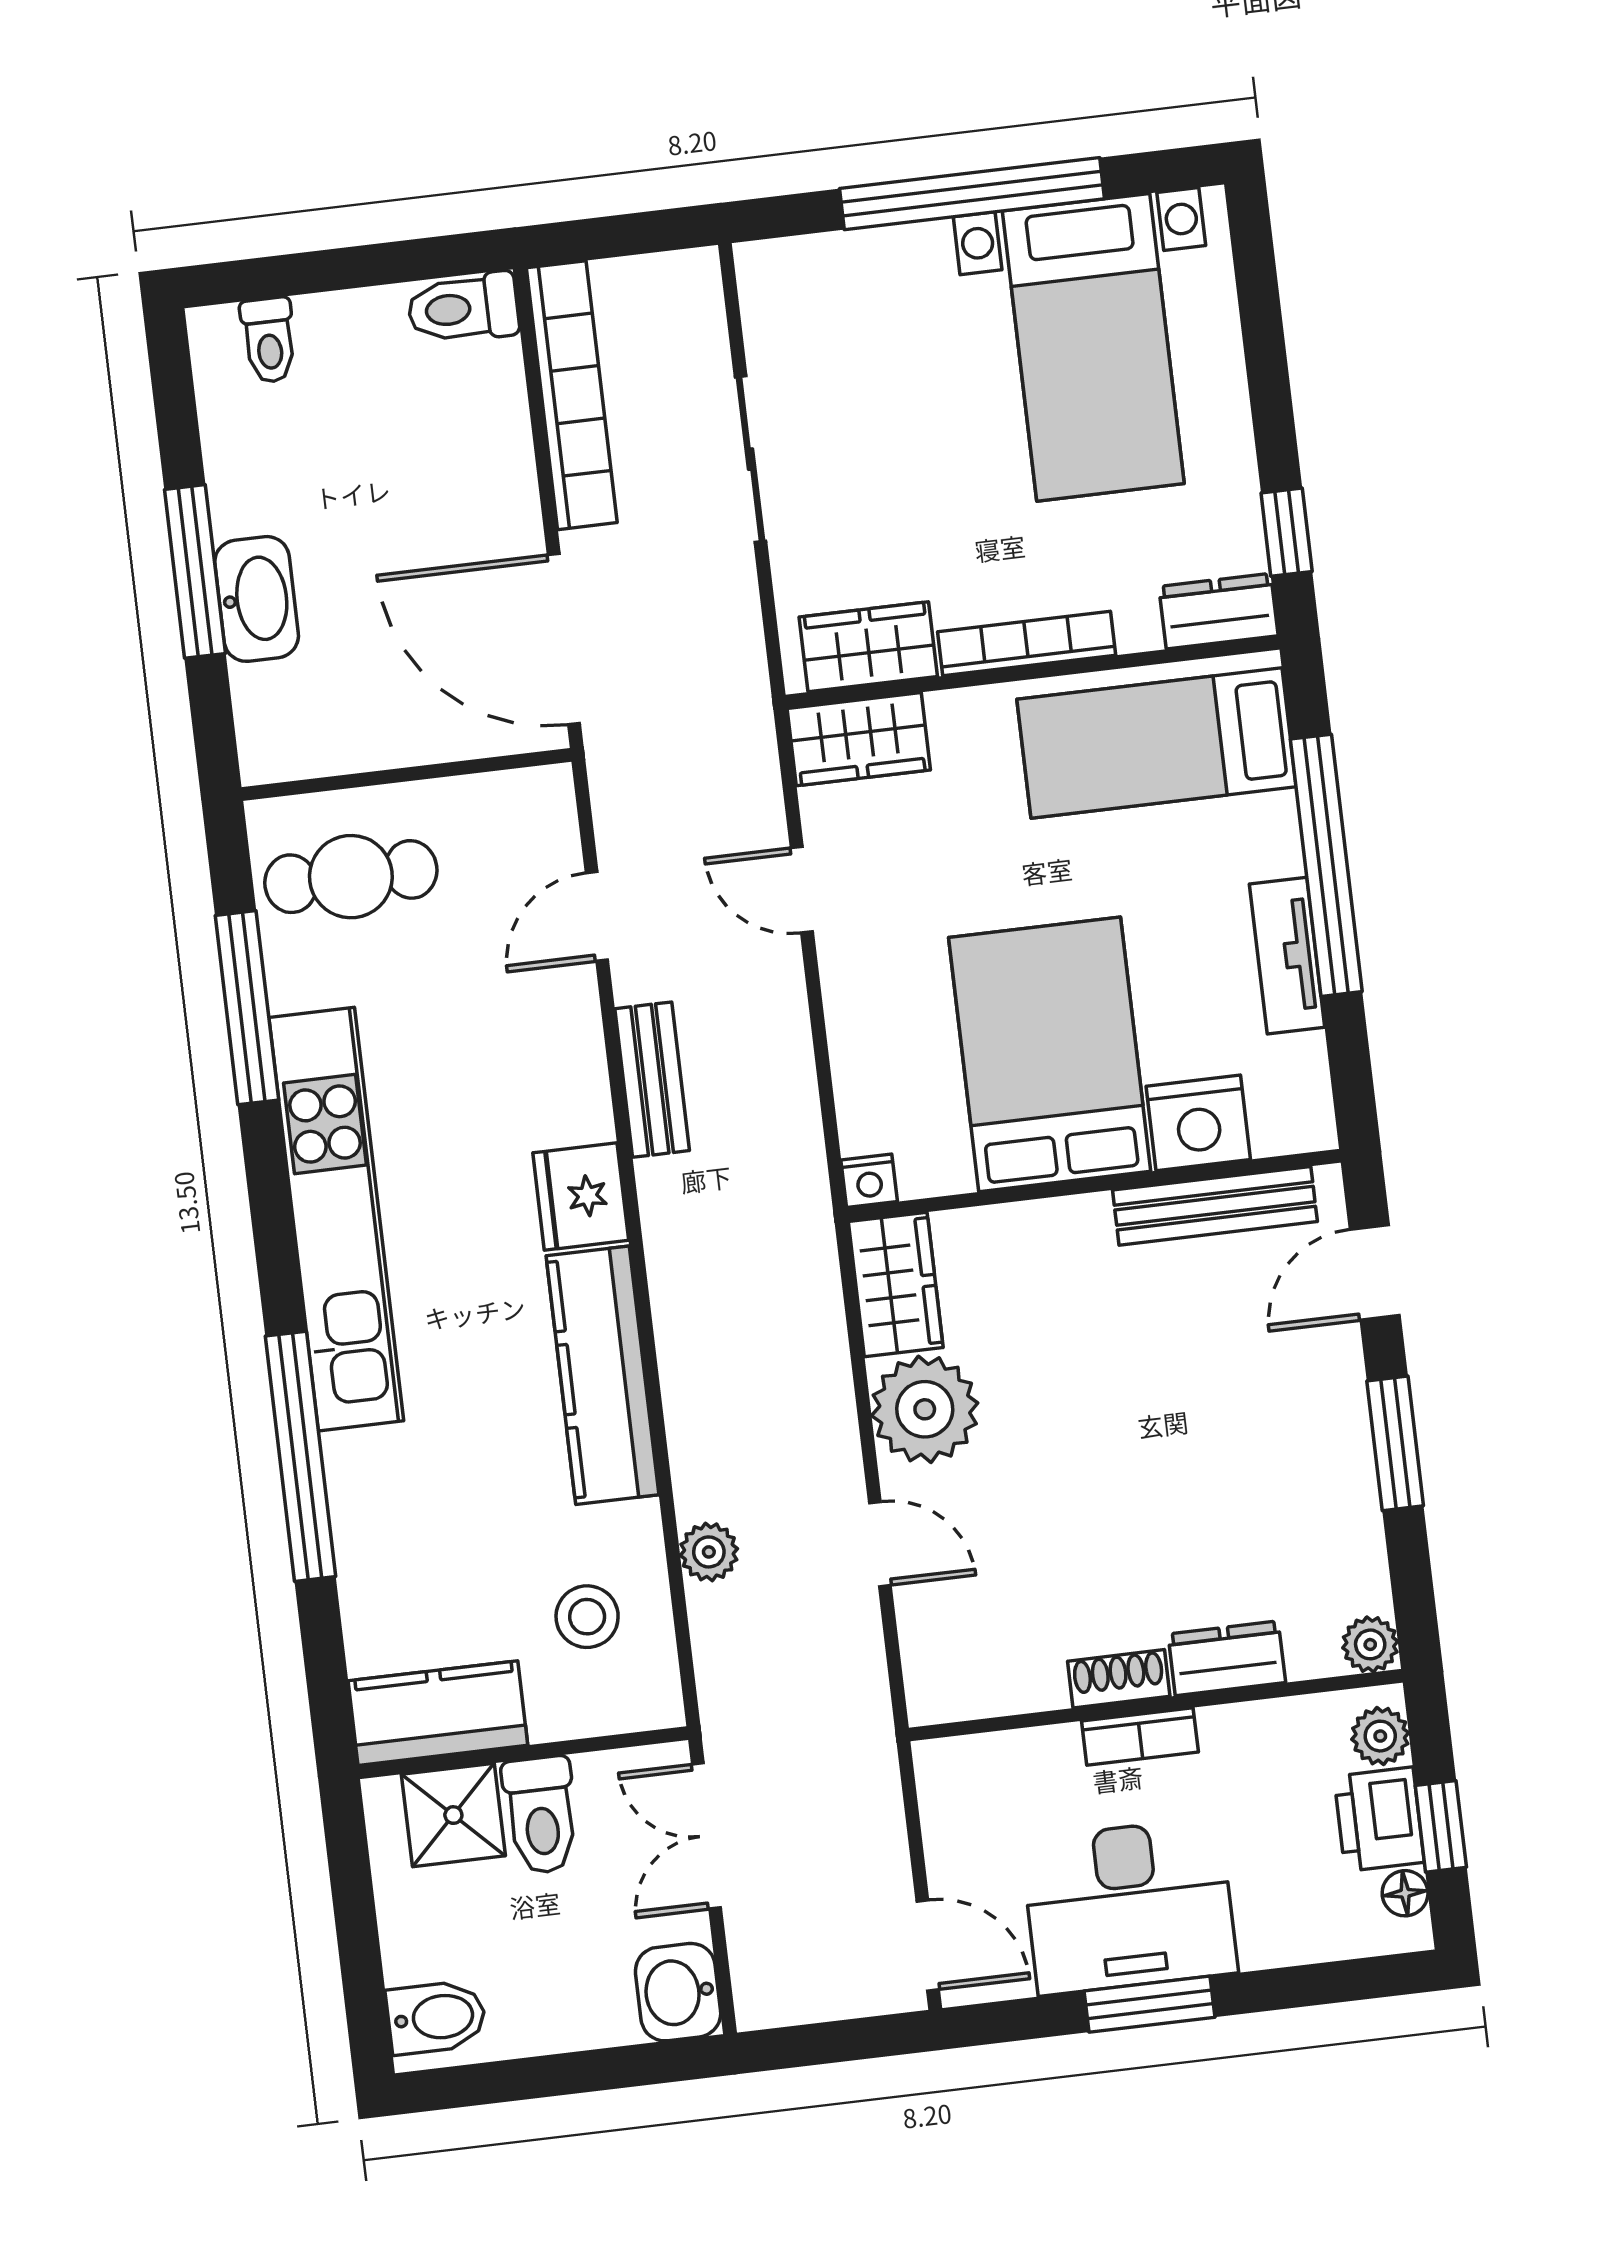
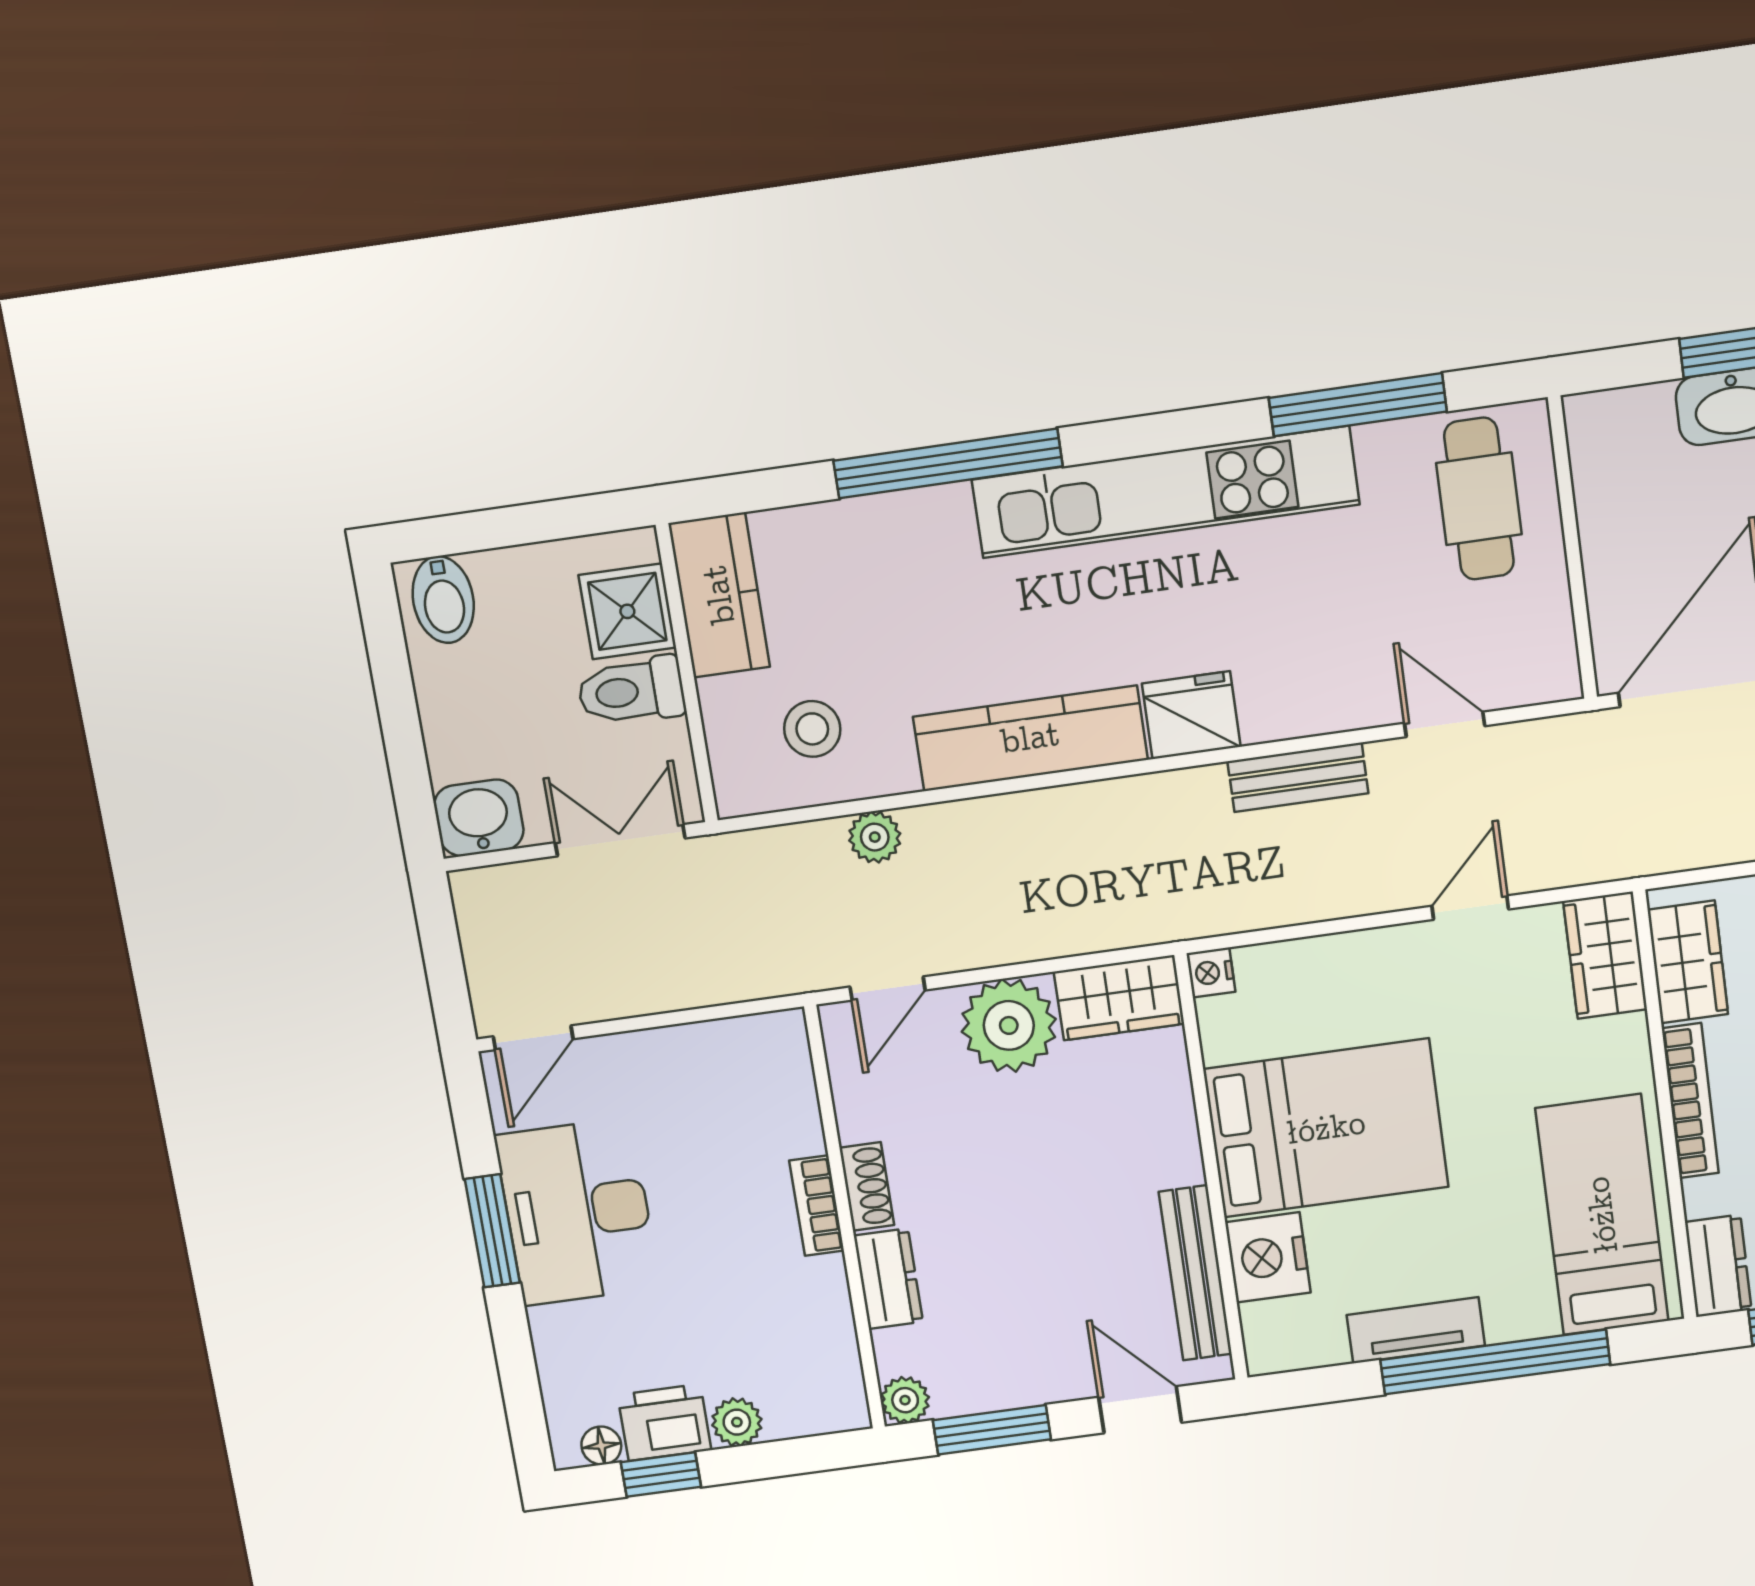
plant: (1370, 1644) -> (905, 1400), moved
dresser: (1227, 1658) -> (888, 1279), moved
shoe rack: (1119, 1679) -> (867, 1186), moved
wall: (1156, 1705) -> (845, 1219), moved
bookcase: (1140, 1737) -> (817, 1206), moved

